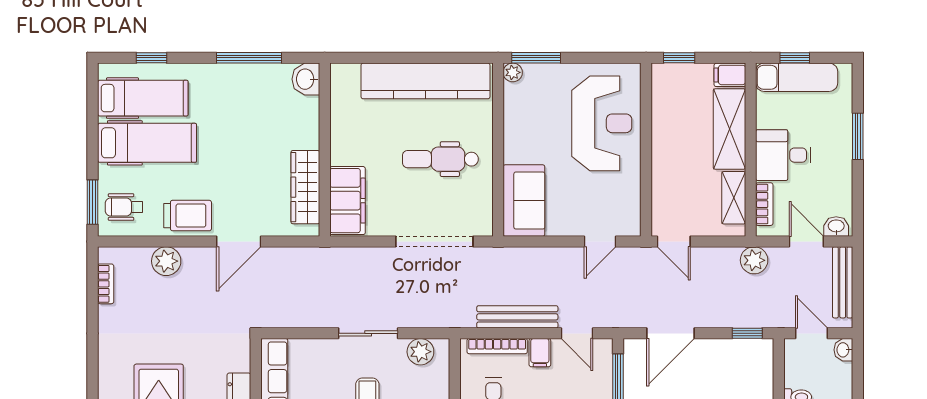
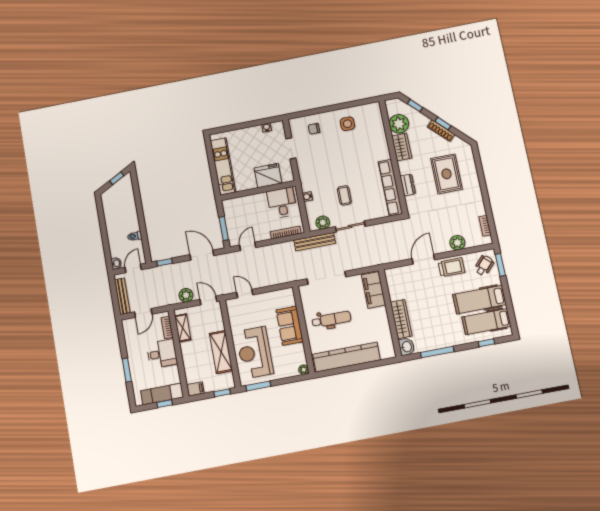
window: (536, 58) -> (258, 386), moved
shelving: (729, 129) -> (221, 352), moved
wardrobe: (305, 187) -> (401, 319), moved
sofa: (524, 201) -> (290, 326), moved
wheelchair: (124, 207) -> (484, 265), turned -47
trolley: (188, 216) -> (451, 267), turned 180
washbasin: (836, 226) -> (130, 323), removed
door: (600, 241) -> (245, 294), hinge flipped
door: (806, 241) -> (143, 313), hinge flipped
plant: (754, 260) -> (186, 295), moved
bench: (517, 317) -> (315, 242), moved
door: (577, 333) -> (248, 246), hinge flipped
door: (671, 333) -> (202, 255), hinge flipped
door: (811, 333) -> (133, 268), swing flipped
filing cabinet: (540, 353) -> (264, 233), removed

